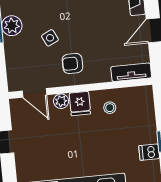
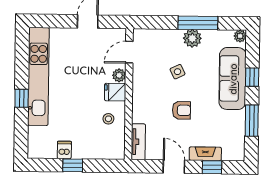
armchair: (72, 63) -> (181, 110), moved, turned 90

